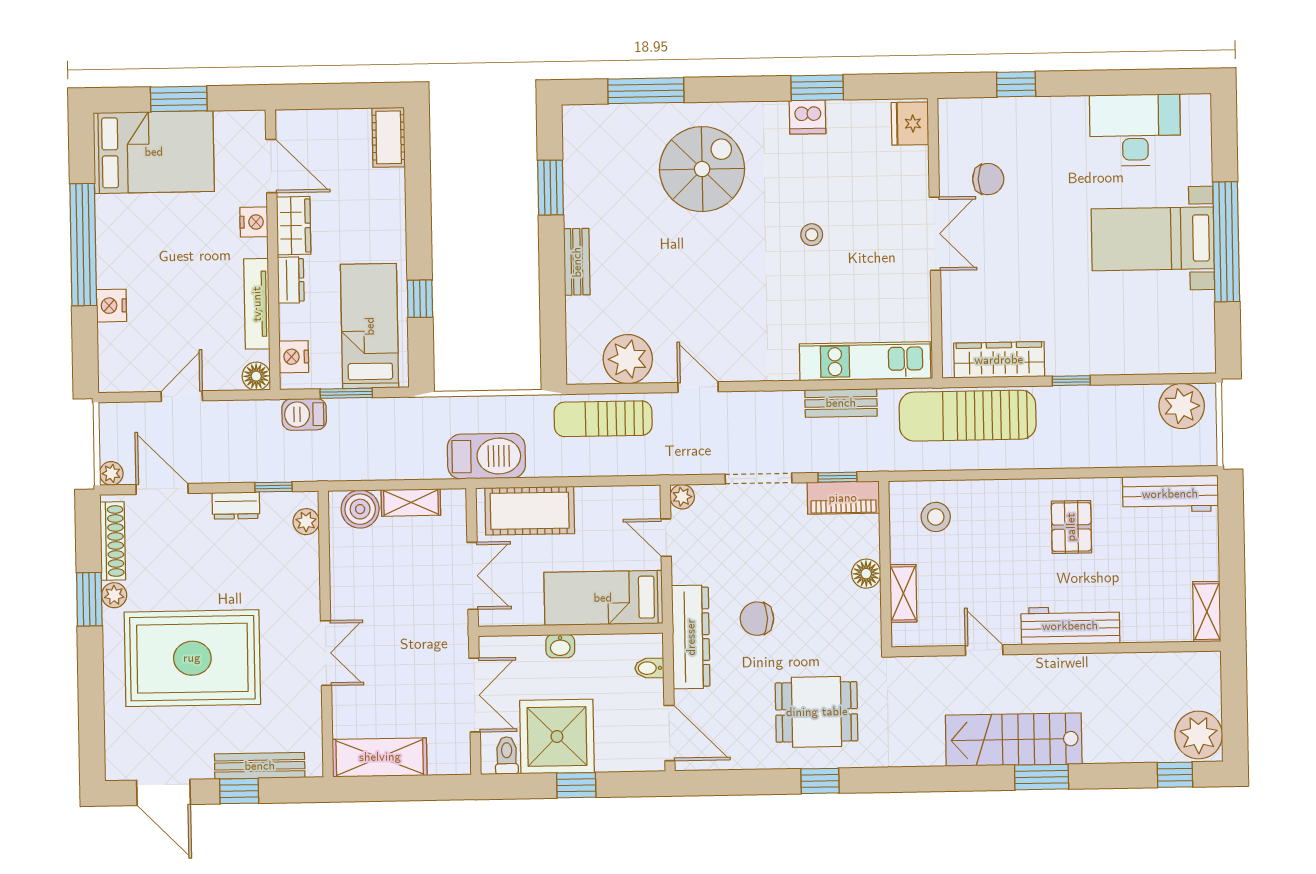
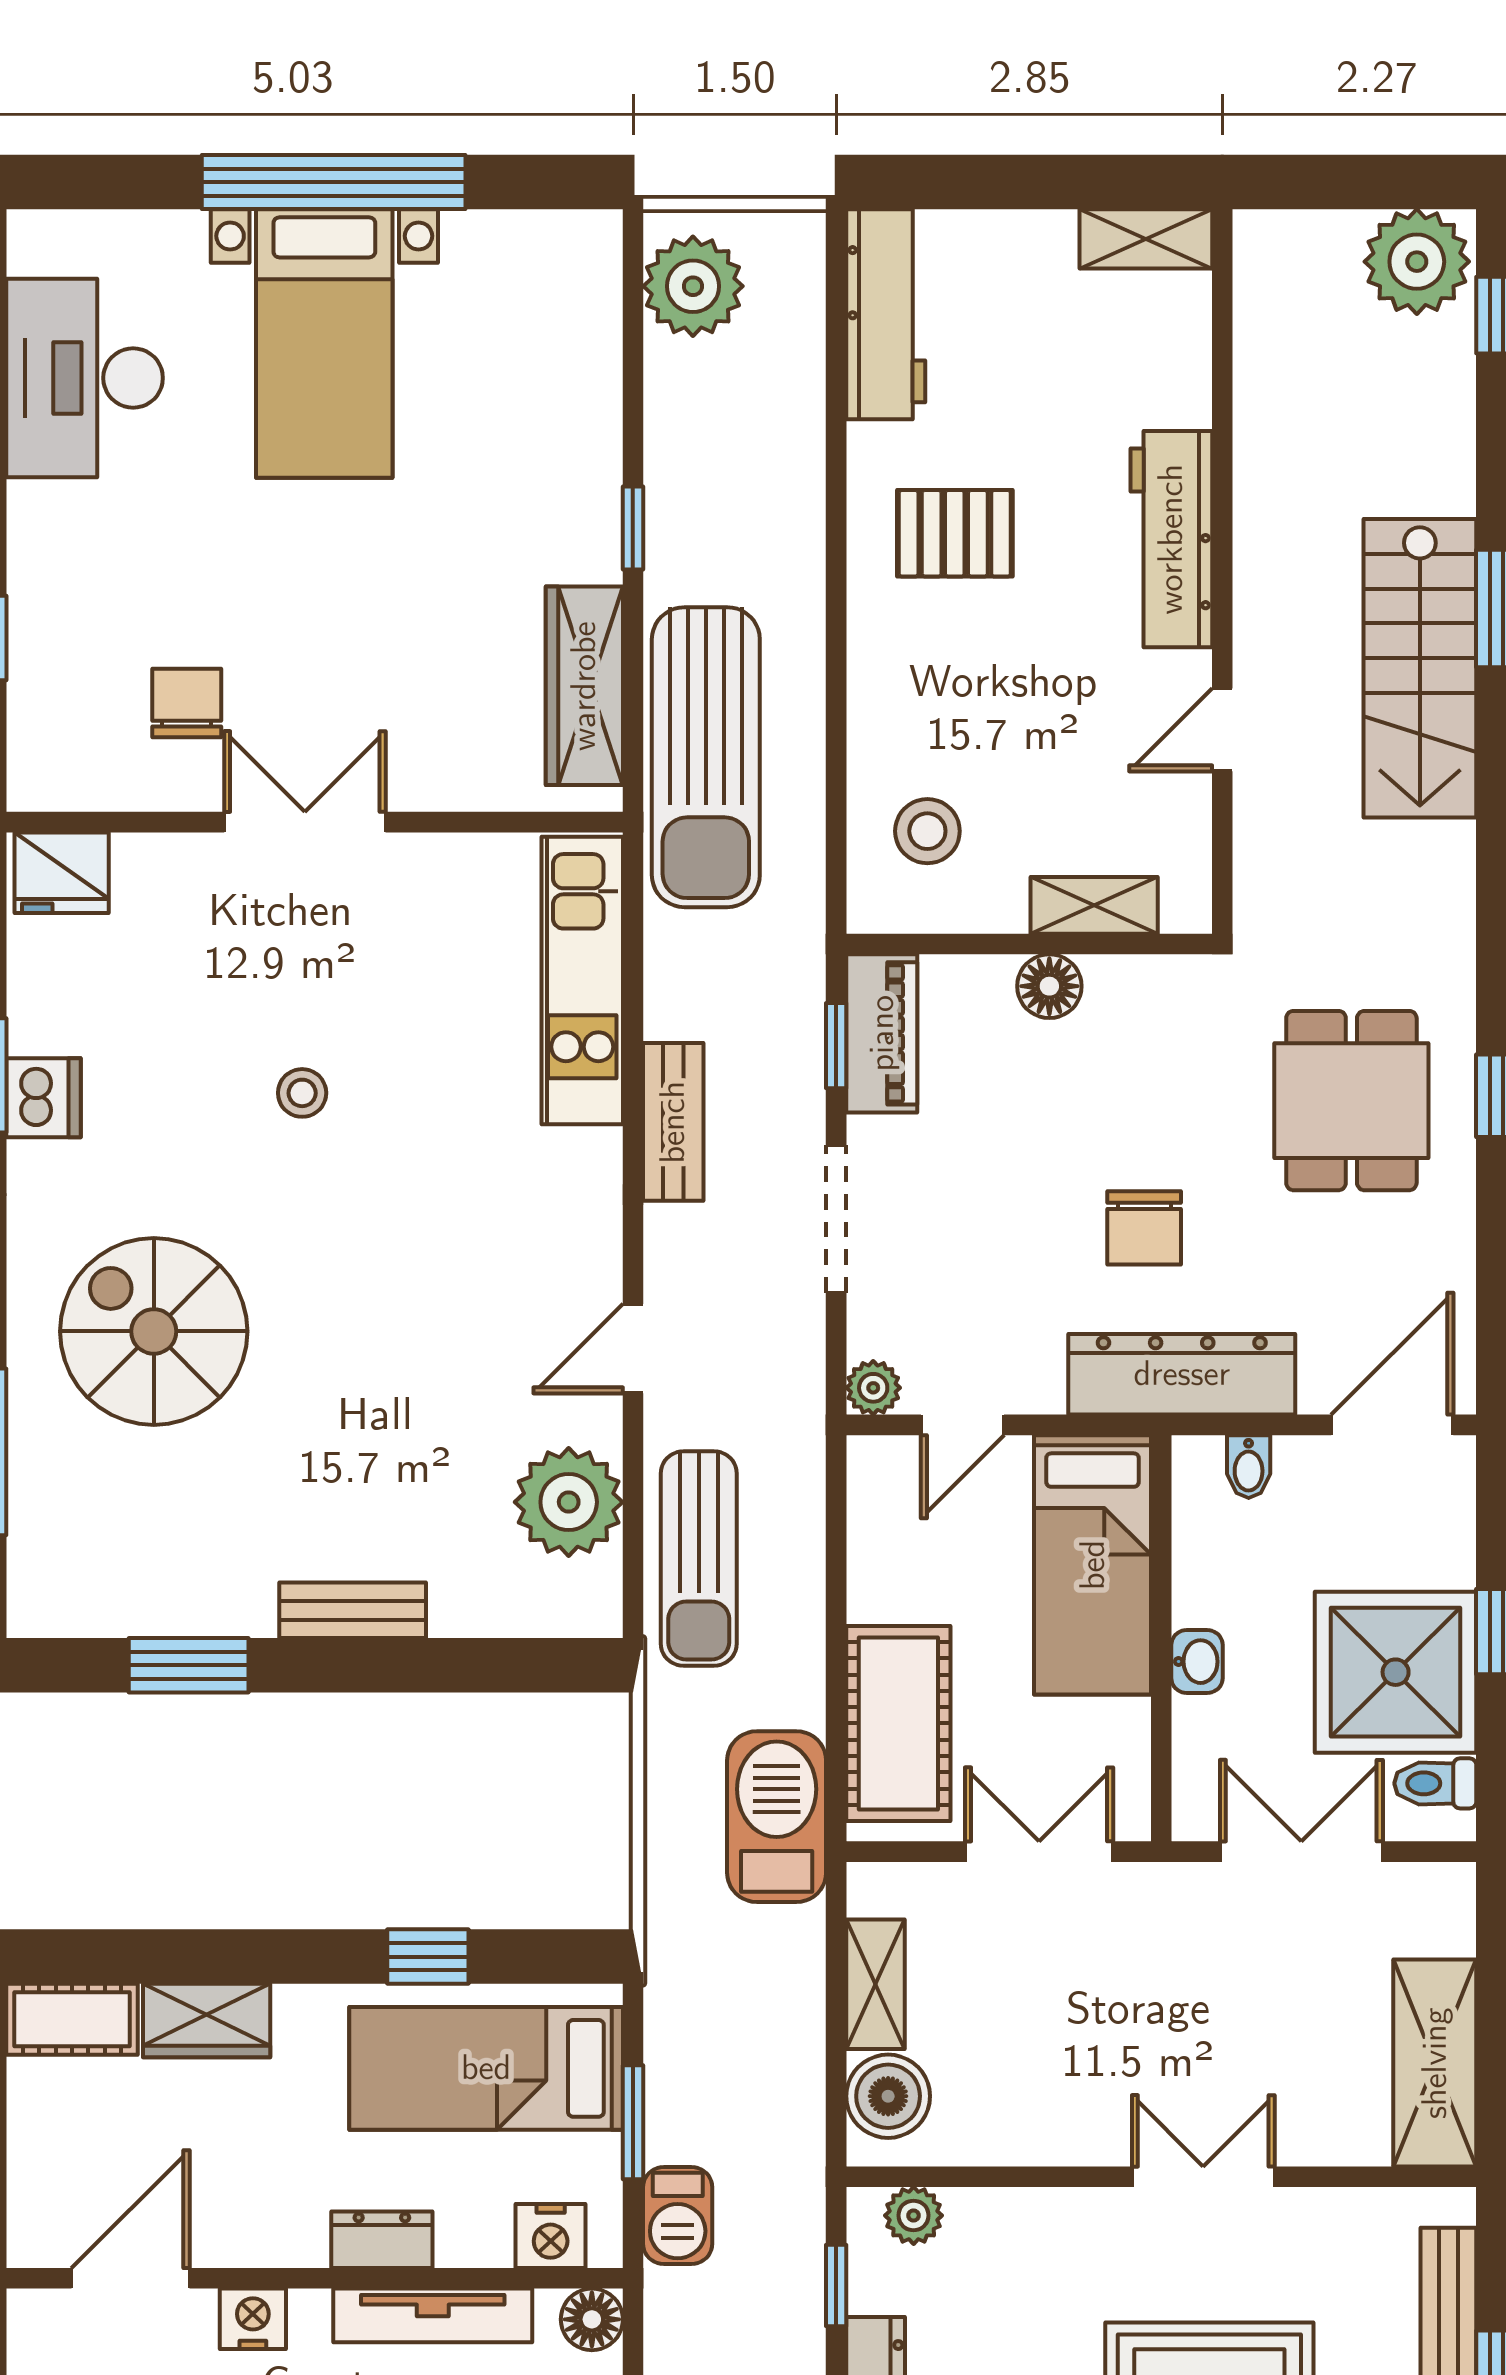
wardrobe: (294, 226) -> (207, 2021), moved, turned 180
bench: (841, 403) -> (673, 1122), moved

